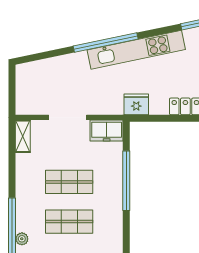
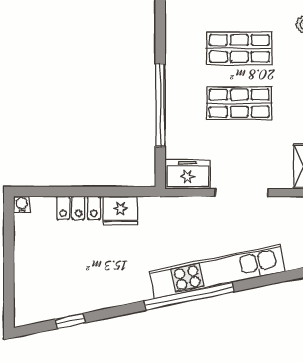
kitchen unit: (136, 50) -> (217, 271), moved
fridge: (136, 104) -> (120, 211), moved

